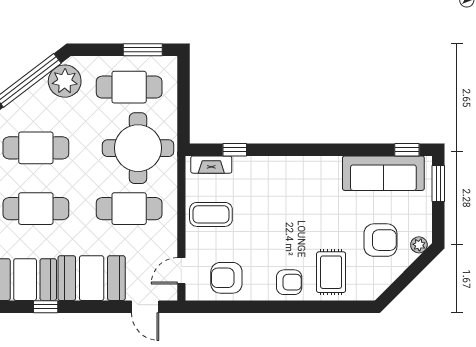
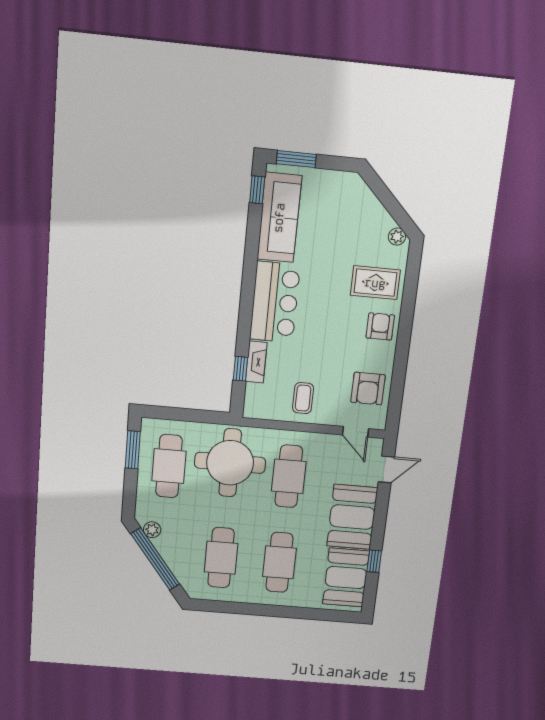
plant: (65, 81) -> (152, 530), width x0.53, depth x0.53
fireplace: (211, 165) -> (256, 362), moved
bar counter: (303, 177) -> (275, 302), added
coffee table: (211, 214) -> (303, 398), width x0.73, depth x0.77
armchair: (380, 240) -> (349, 228), removed
plant: (419, 245) -> (397, 237), moved

